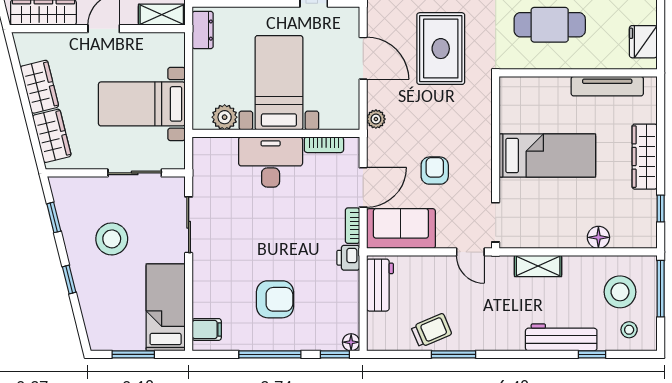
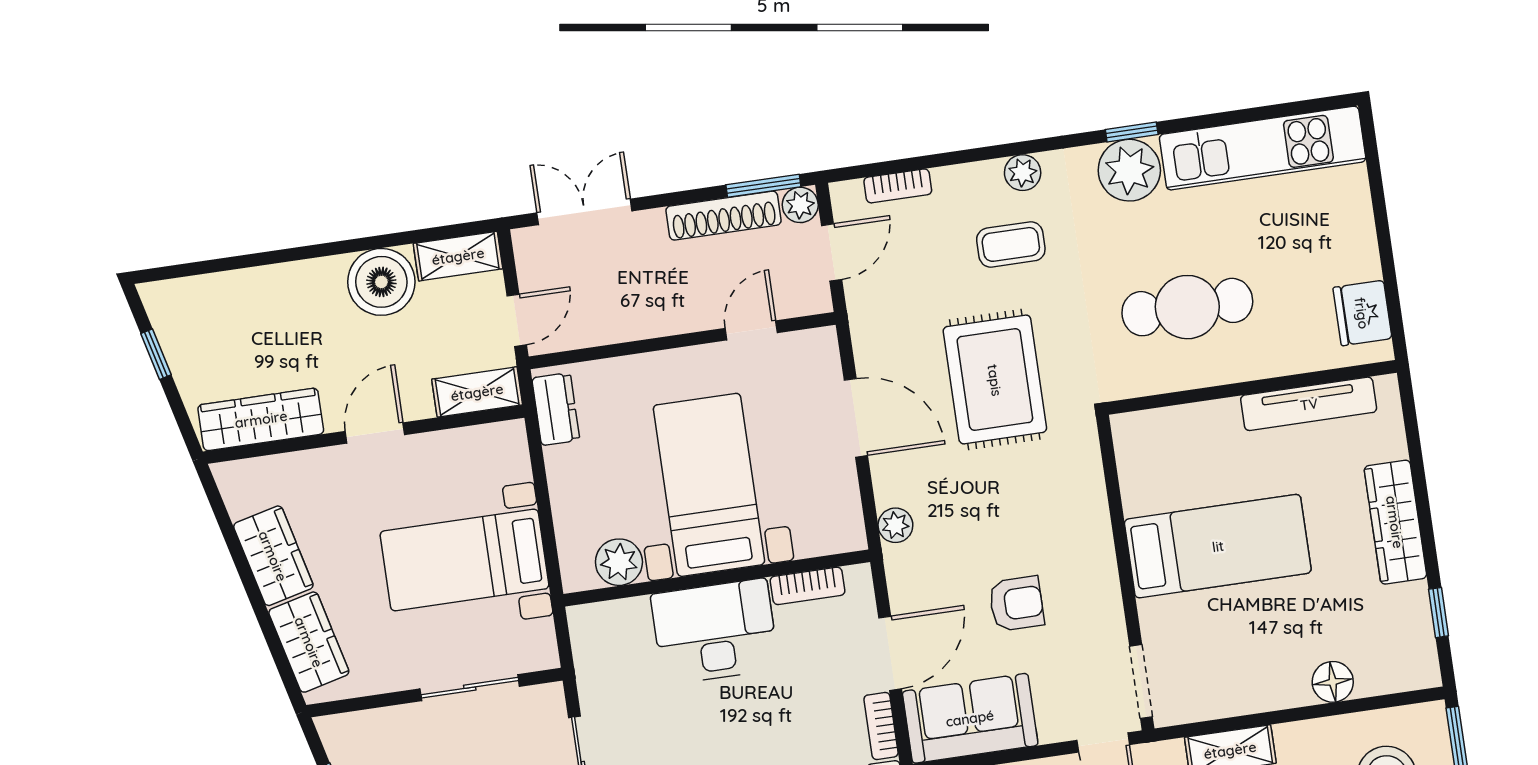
armchair: (435, 171) -> (1016, 604), turned 90

